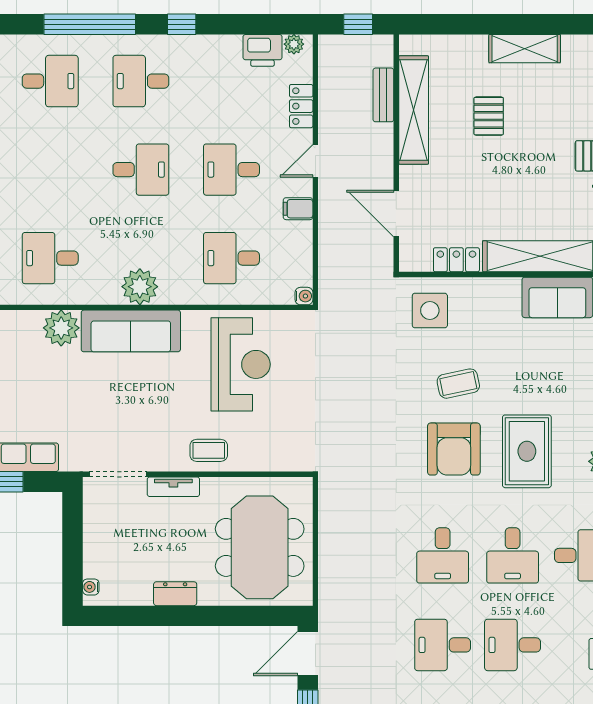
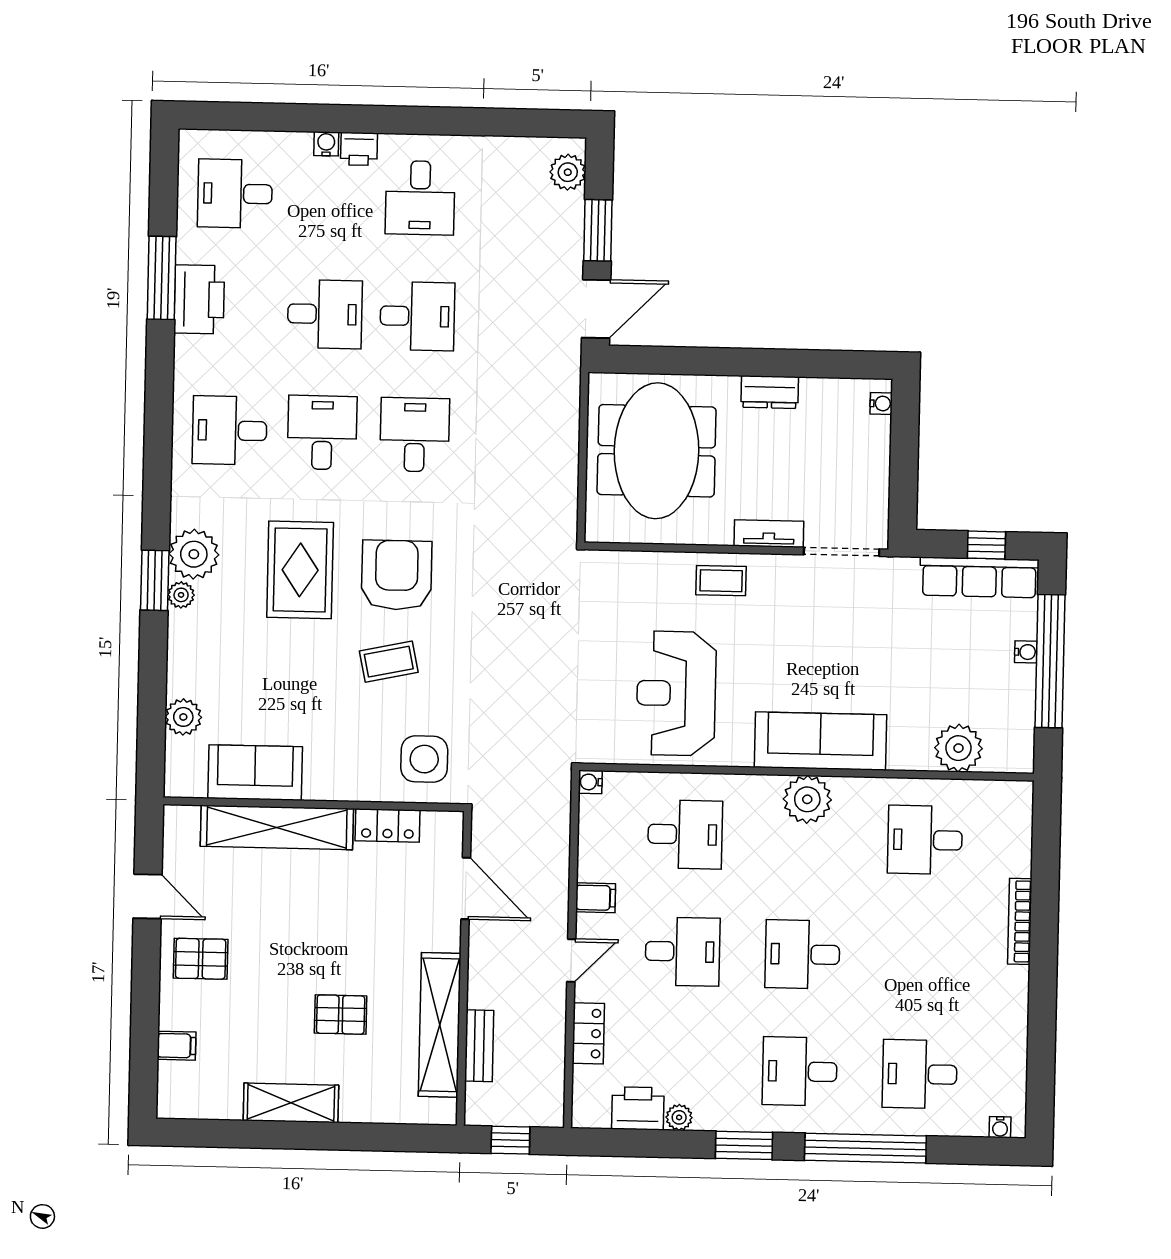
window: (182, 24) -> (744, 1145), width x1.50
plant: (294, 44) -> (679, 1117), moved
desk: (141, 81) -> (800, 1071), turned 180
pallet: (489, 116) -> (341, 1015), turned 90
desk: (50, 258) -> (925, 840), turned 180
plant: (61, 328) -> (958, 748), moved

